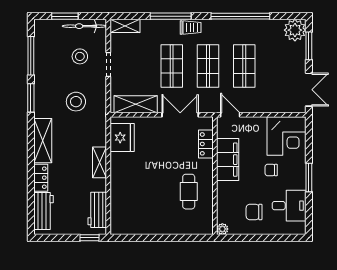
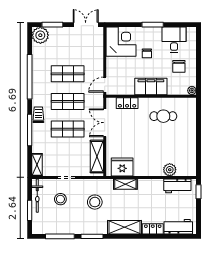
filing cabinet: (228, 160) -> (151, 87), moved
shelving: (100, 162) -> (125, 184), moved
plant: (118, 200) -> (170, 170), added

